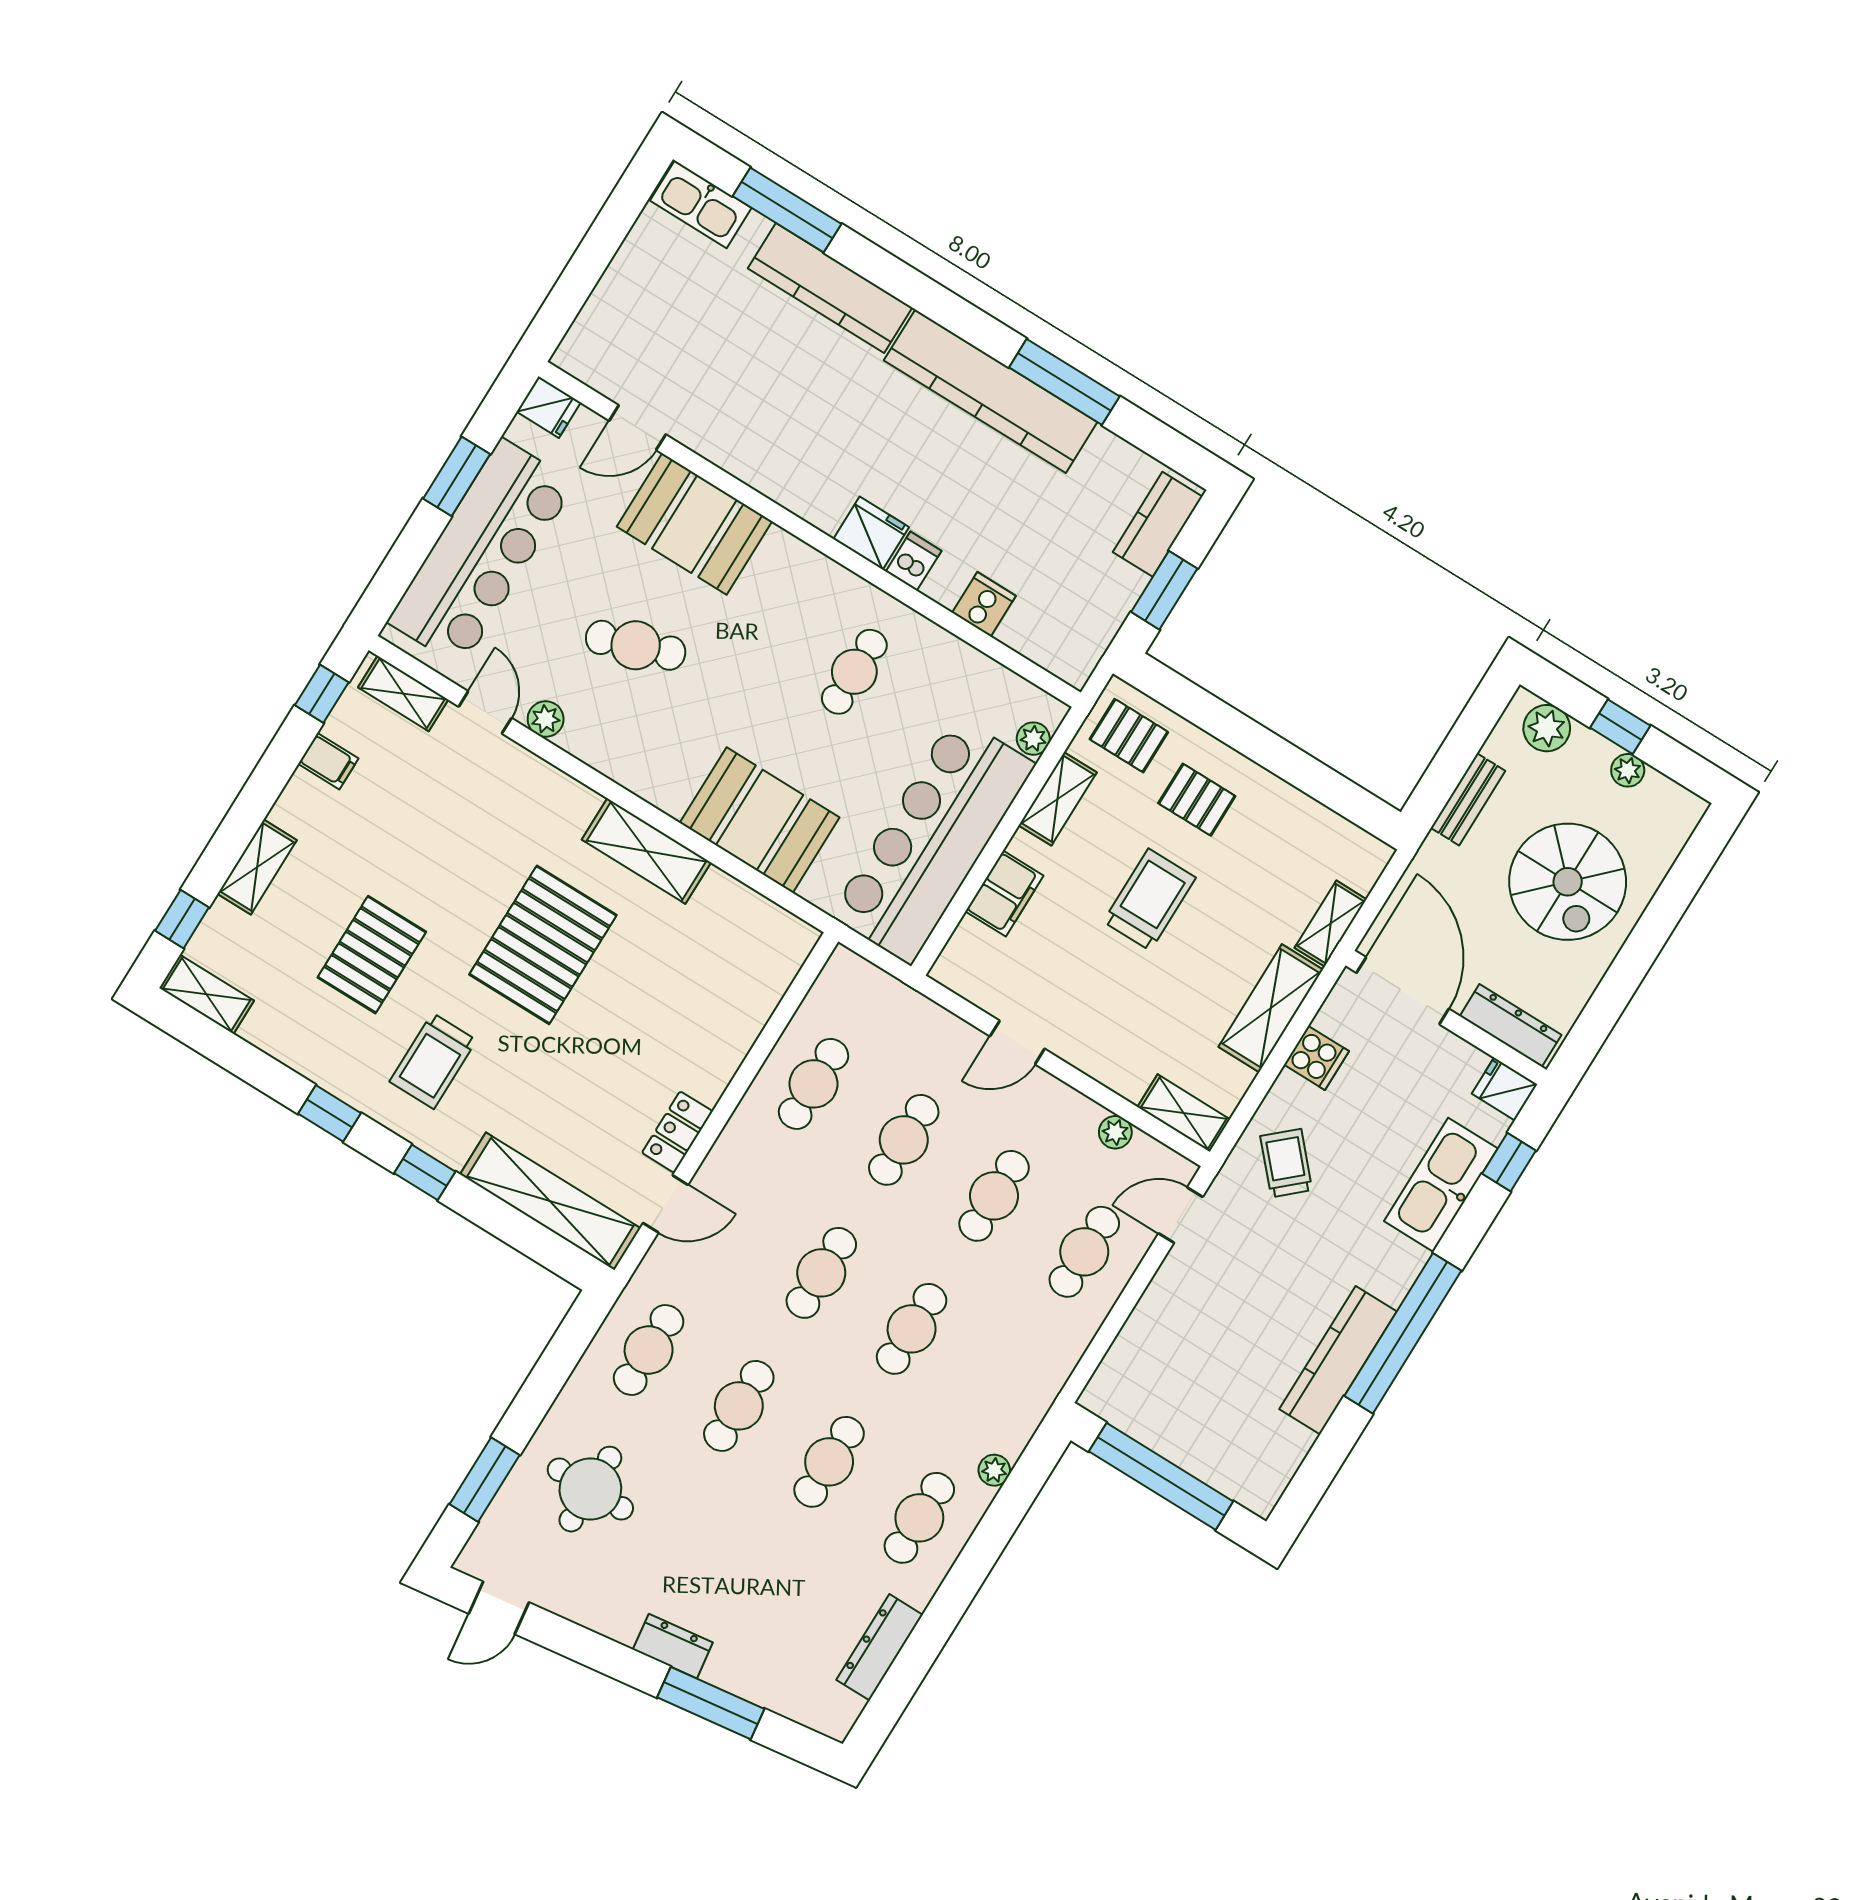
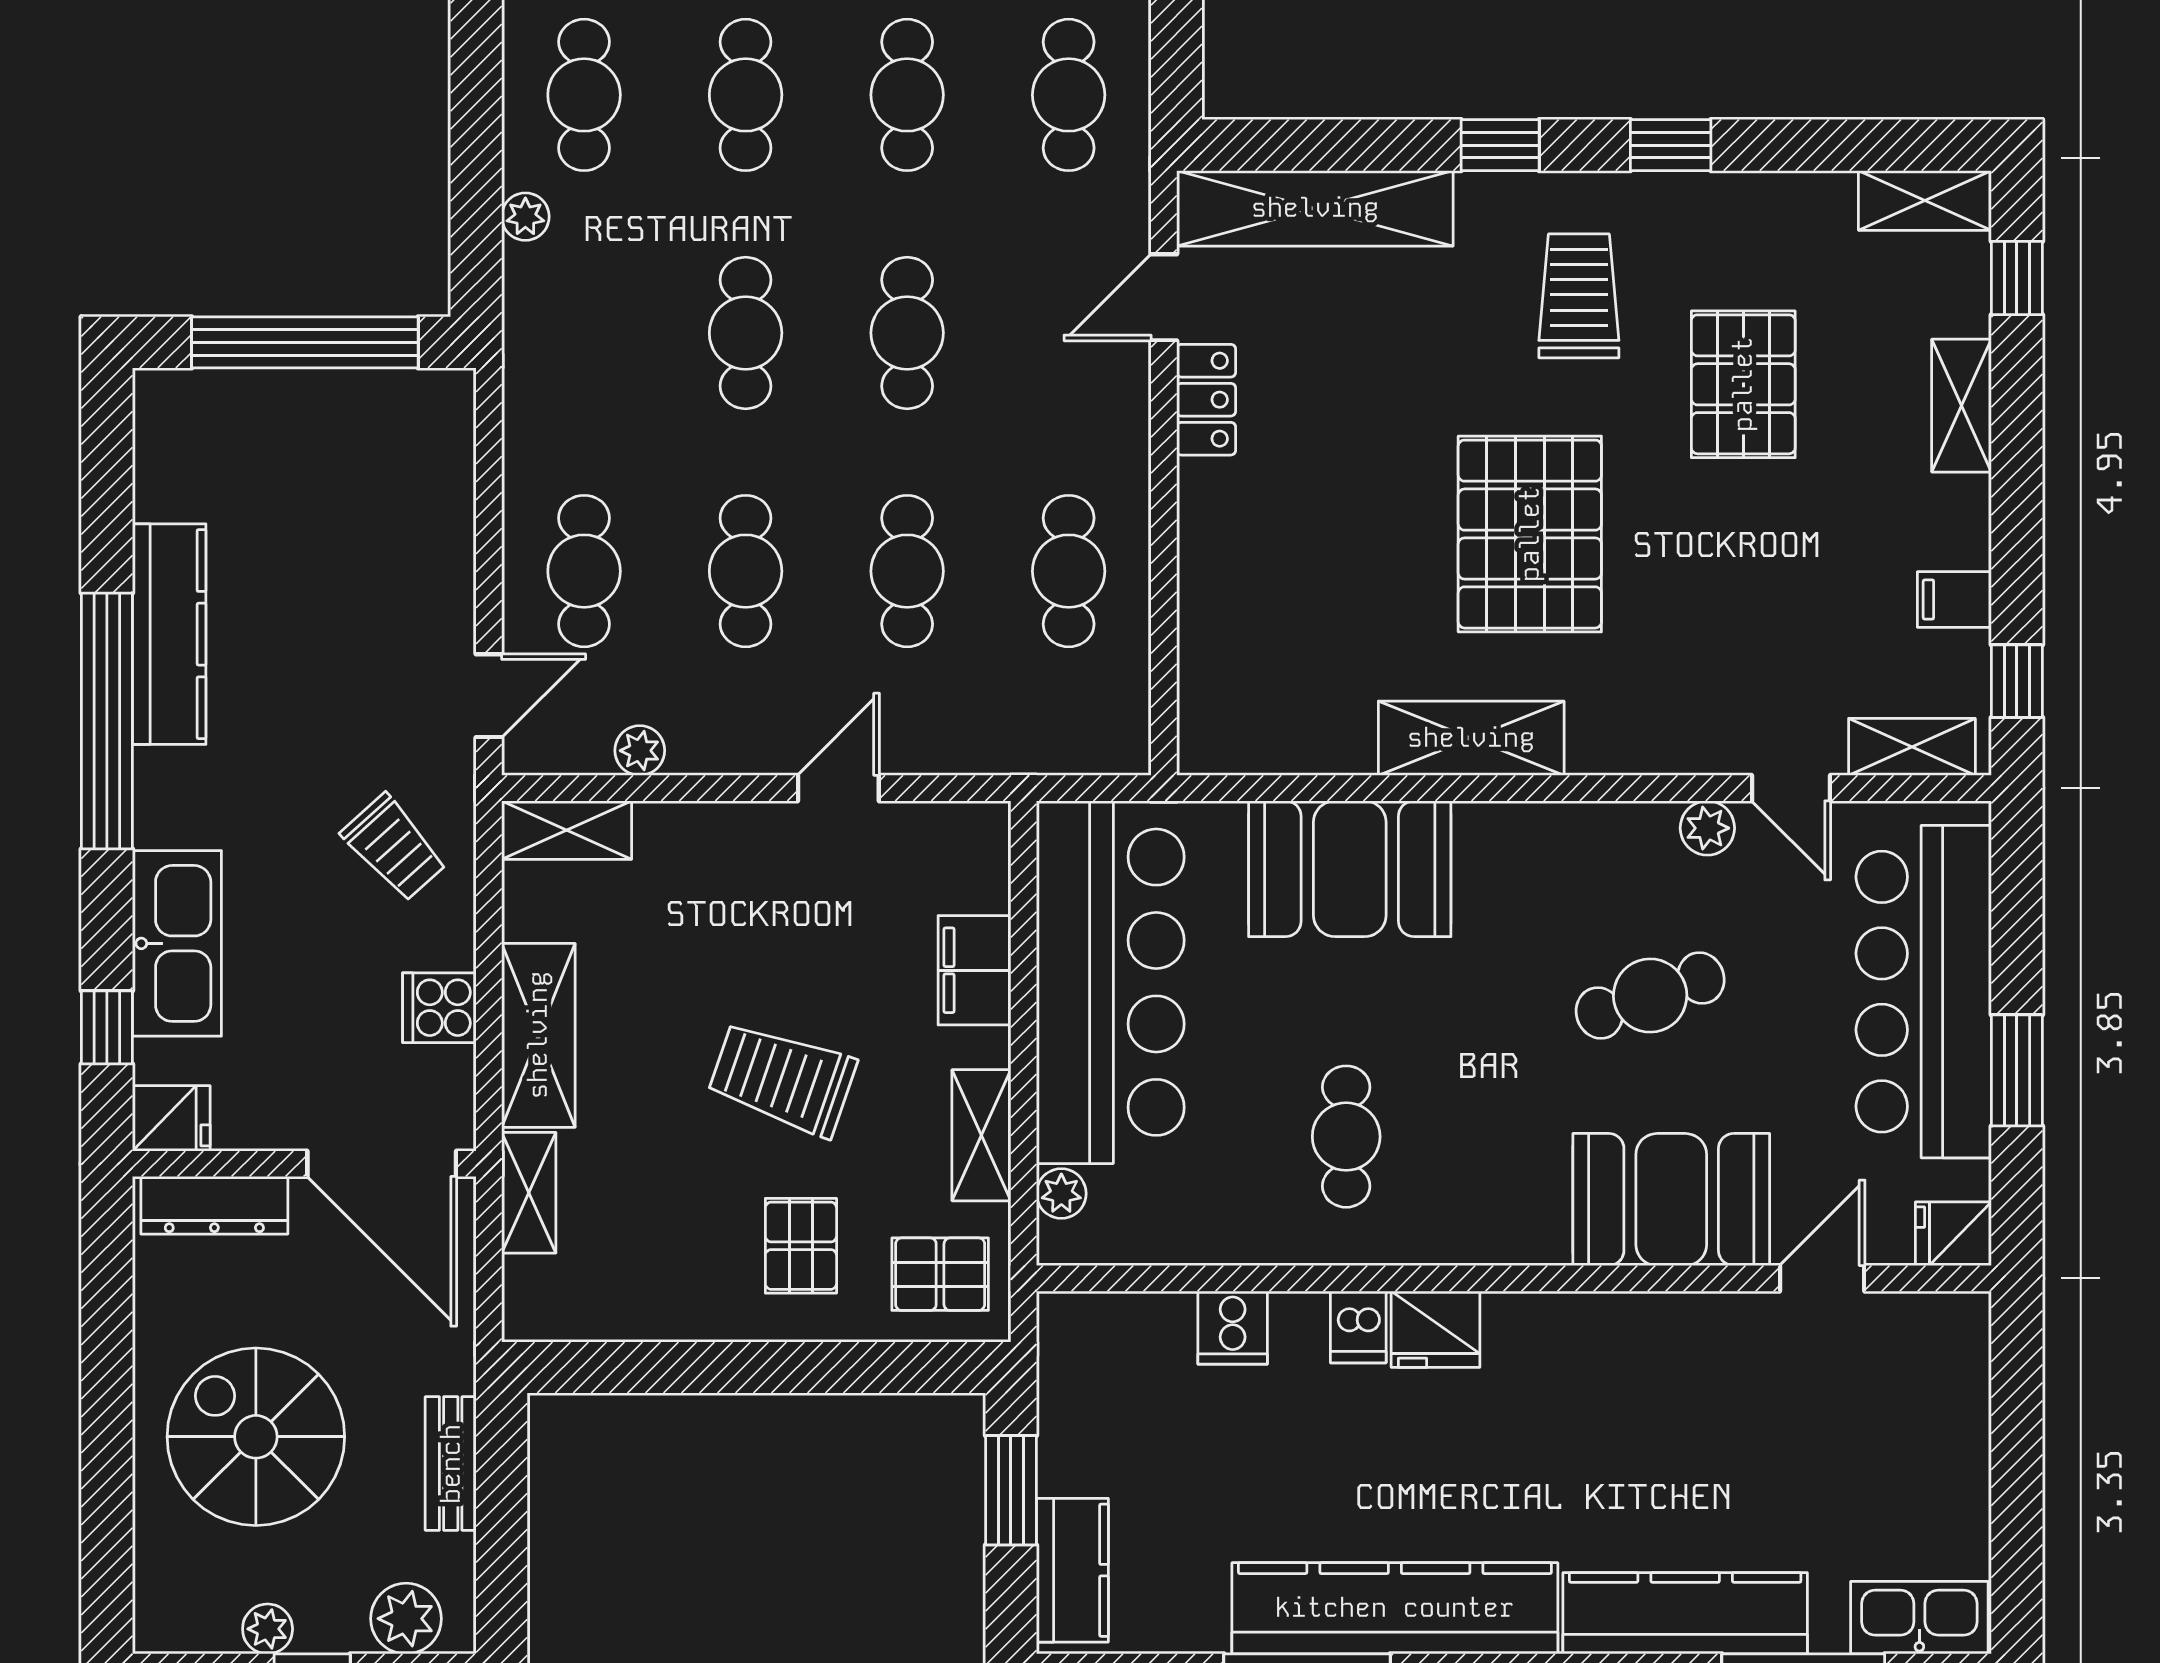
pallet: (1197, 800) -> (801, 1246), turned 90
trolley: (1149, 900) -> (782, 1079), turned 109

